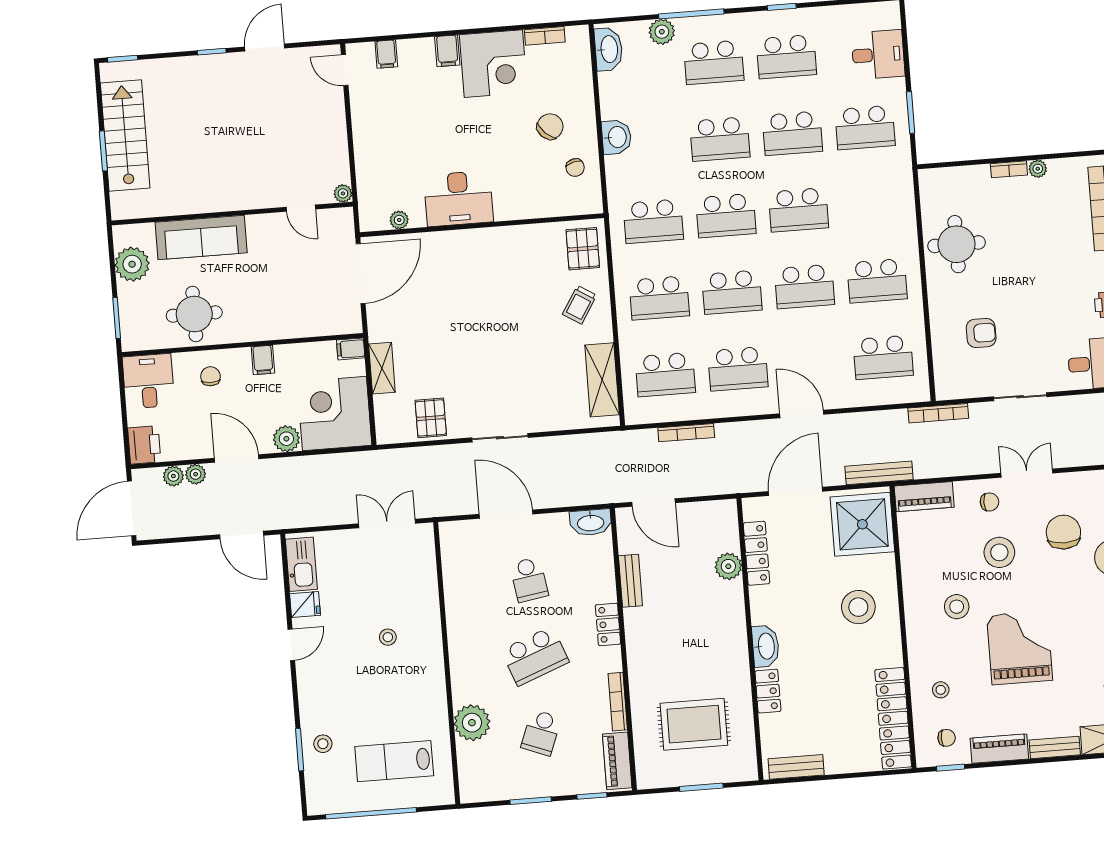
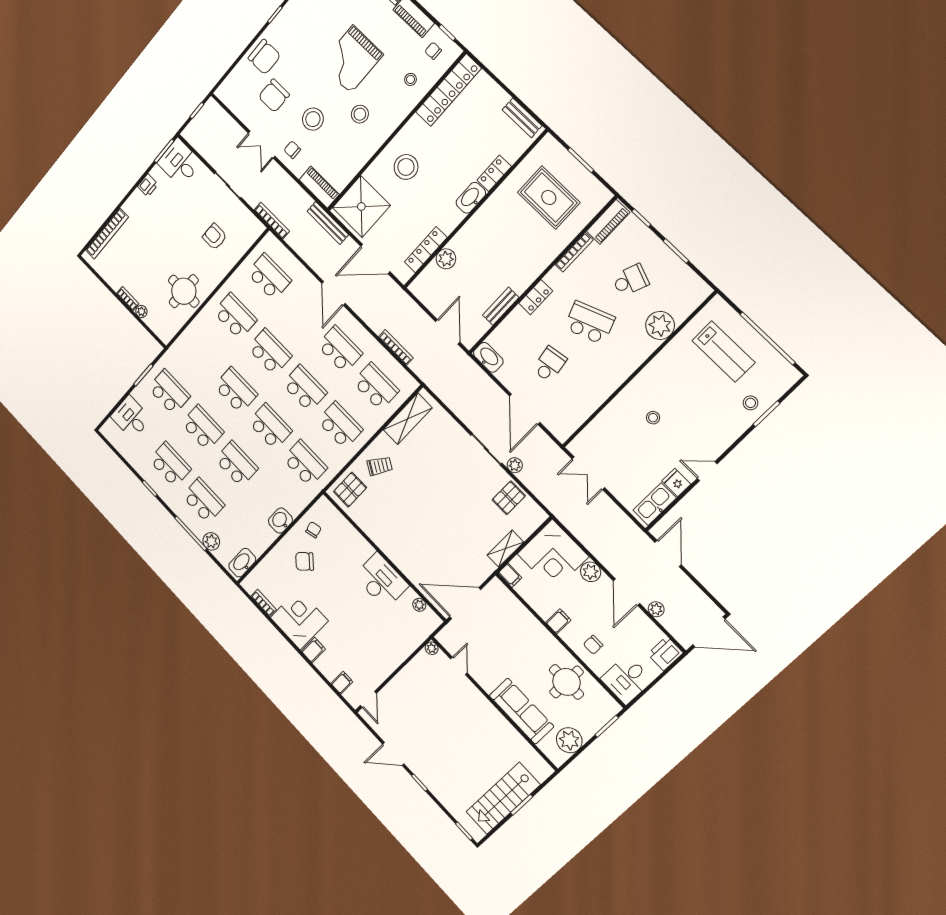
plant: (1038, 169) -> (141, 312), moved
plant: (173, 476) -> (515, 465), moved

